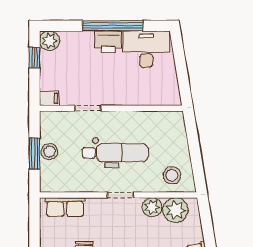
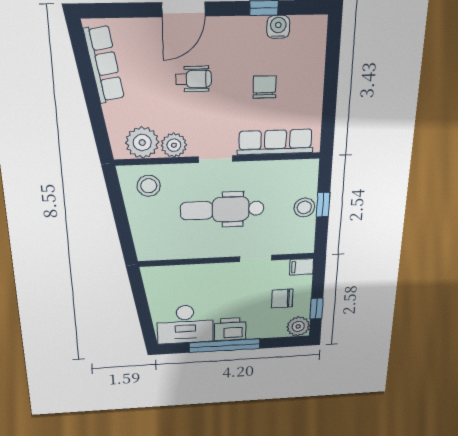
chair: (64, 69) -> (282, 299), added
window: (34, 153) -> (323, 205), width x0.67
row of seats: (65, 207) -> (275, 142), width x1.48

